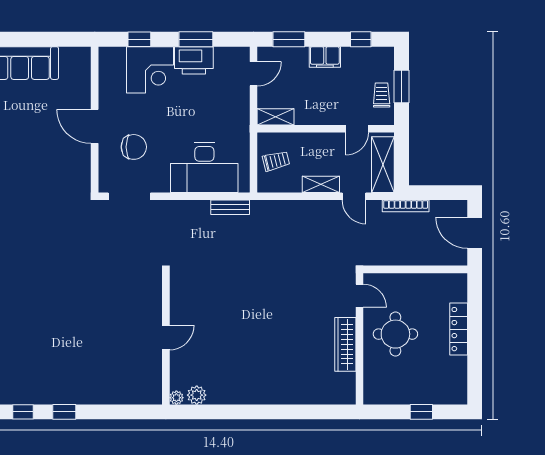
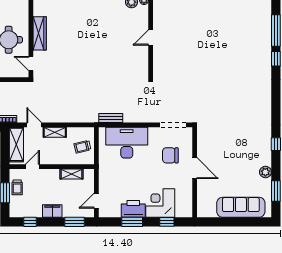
shelving: (275, 117) -> (72, 174), moved

